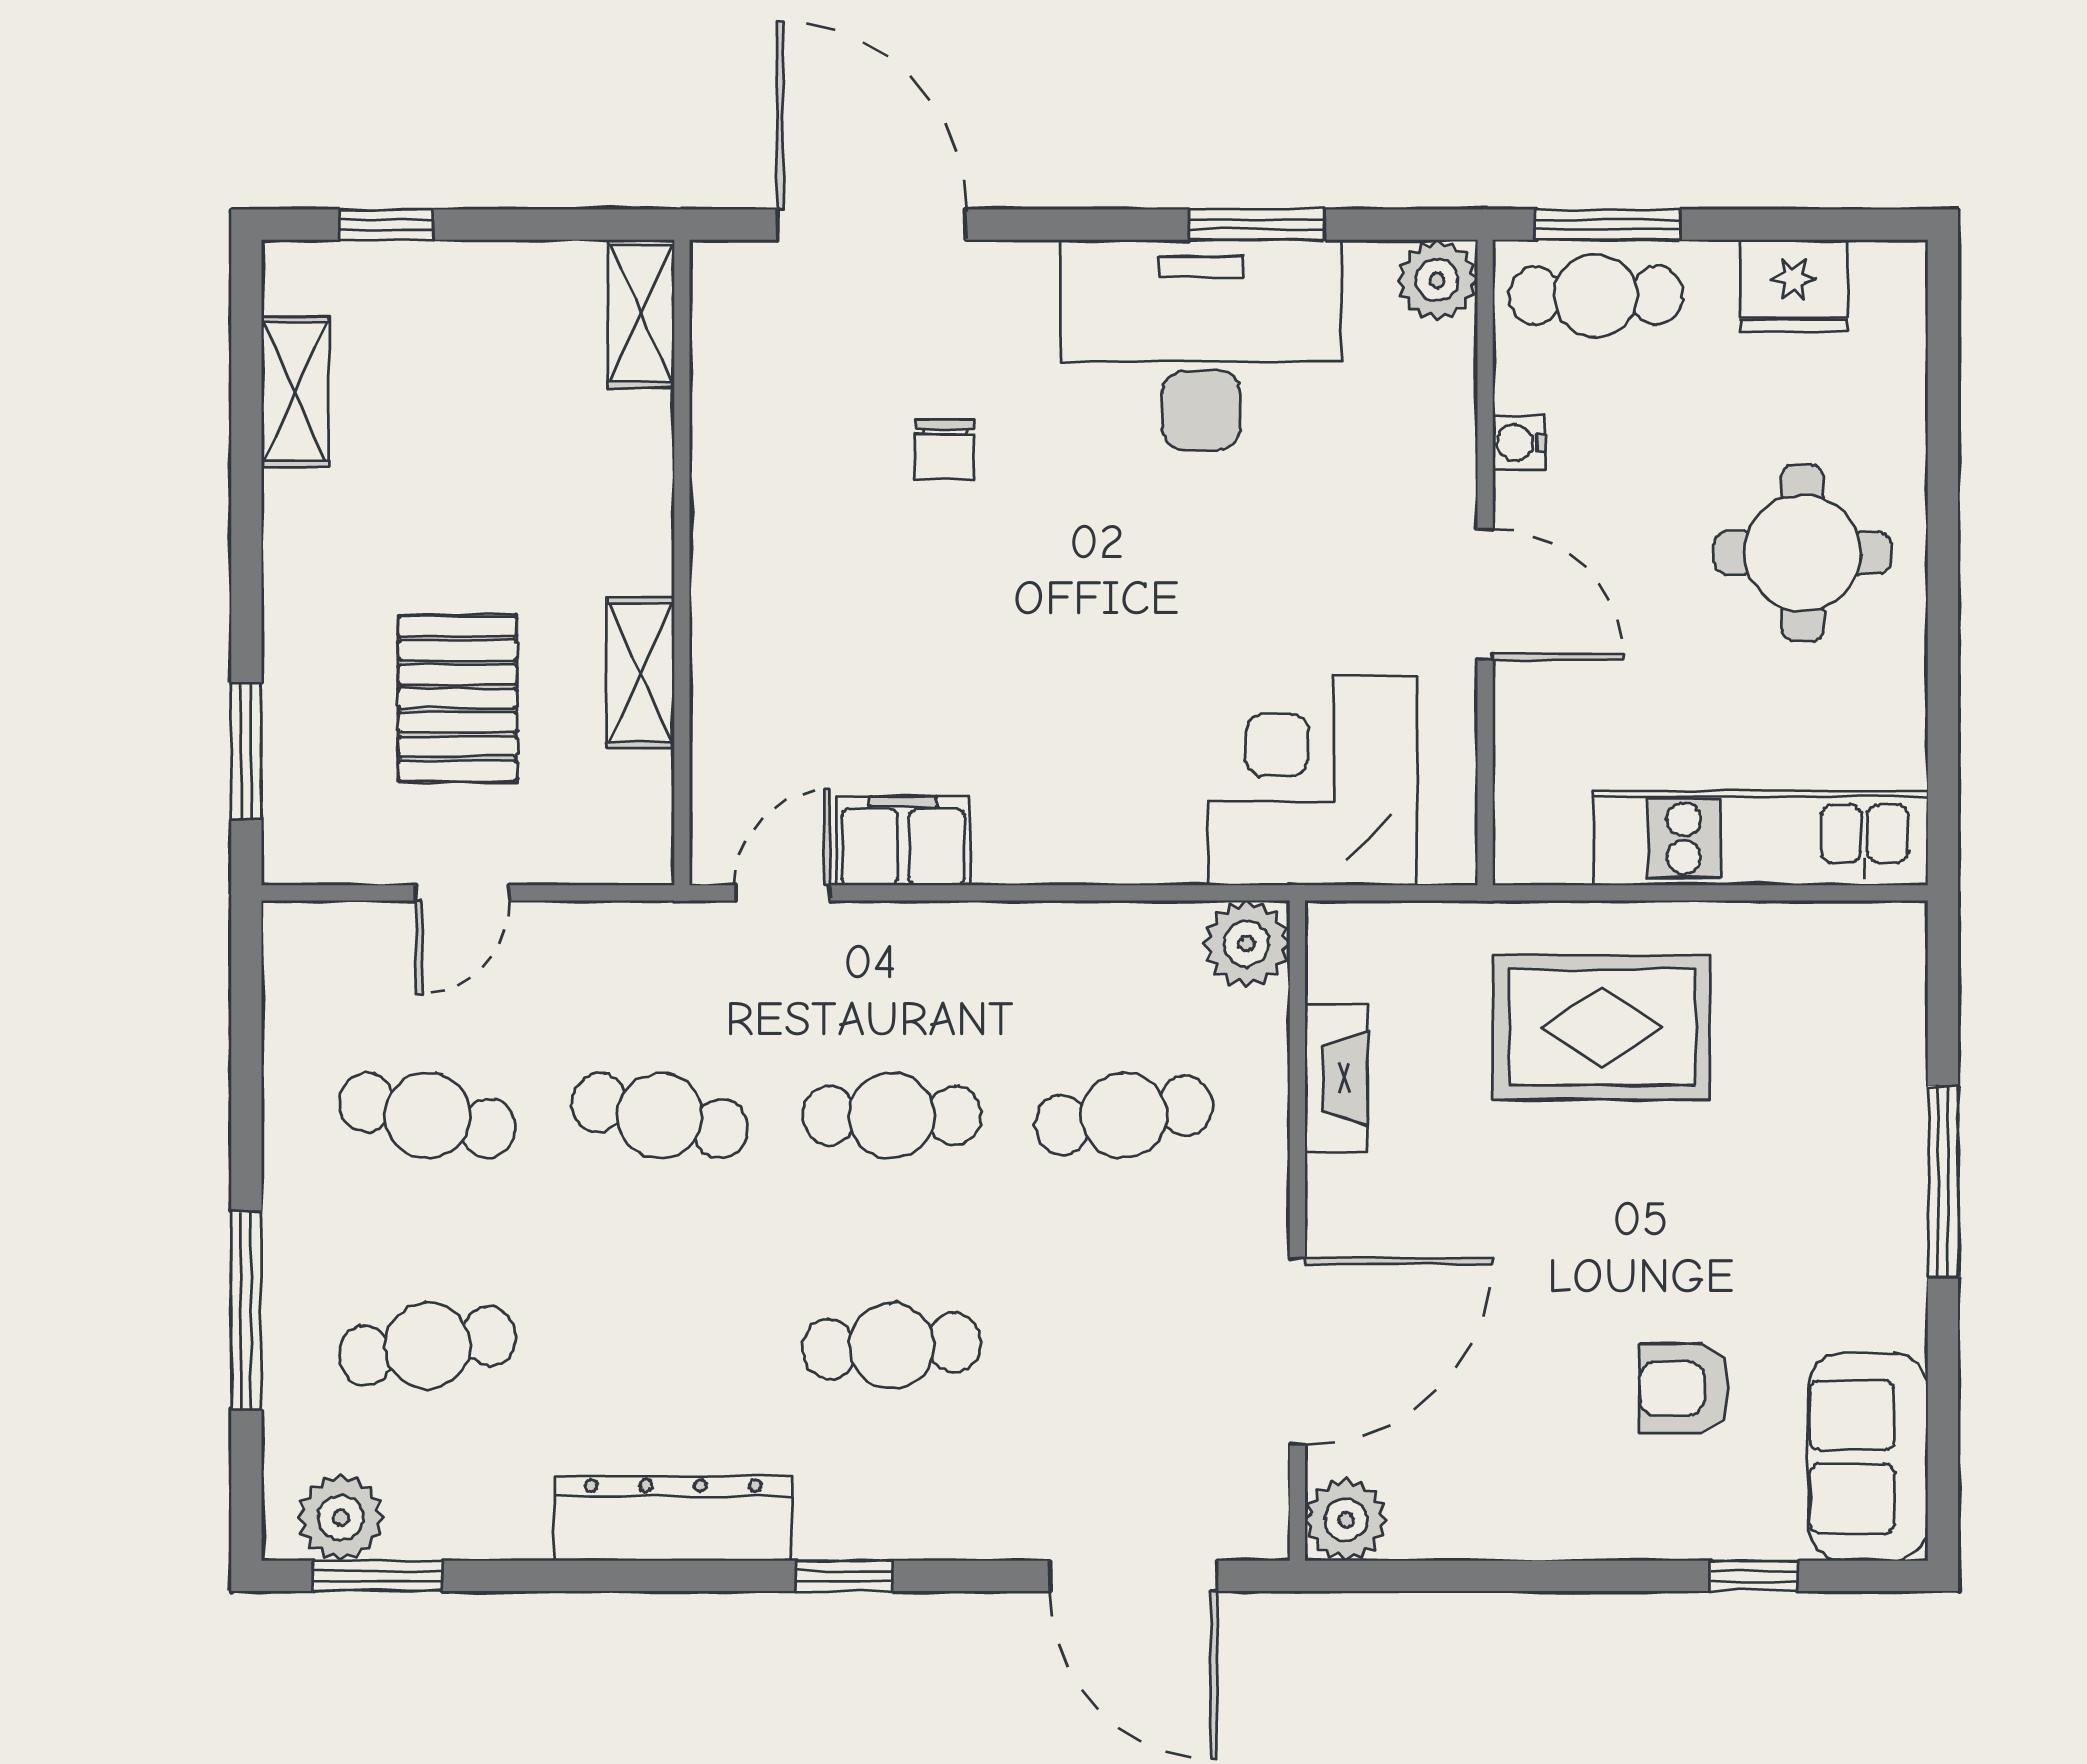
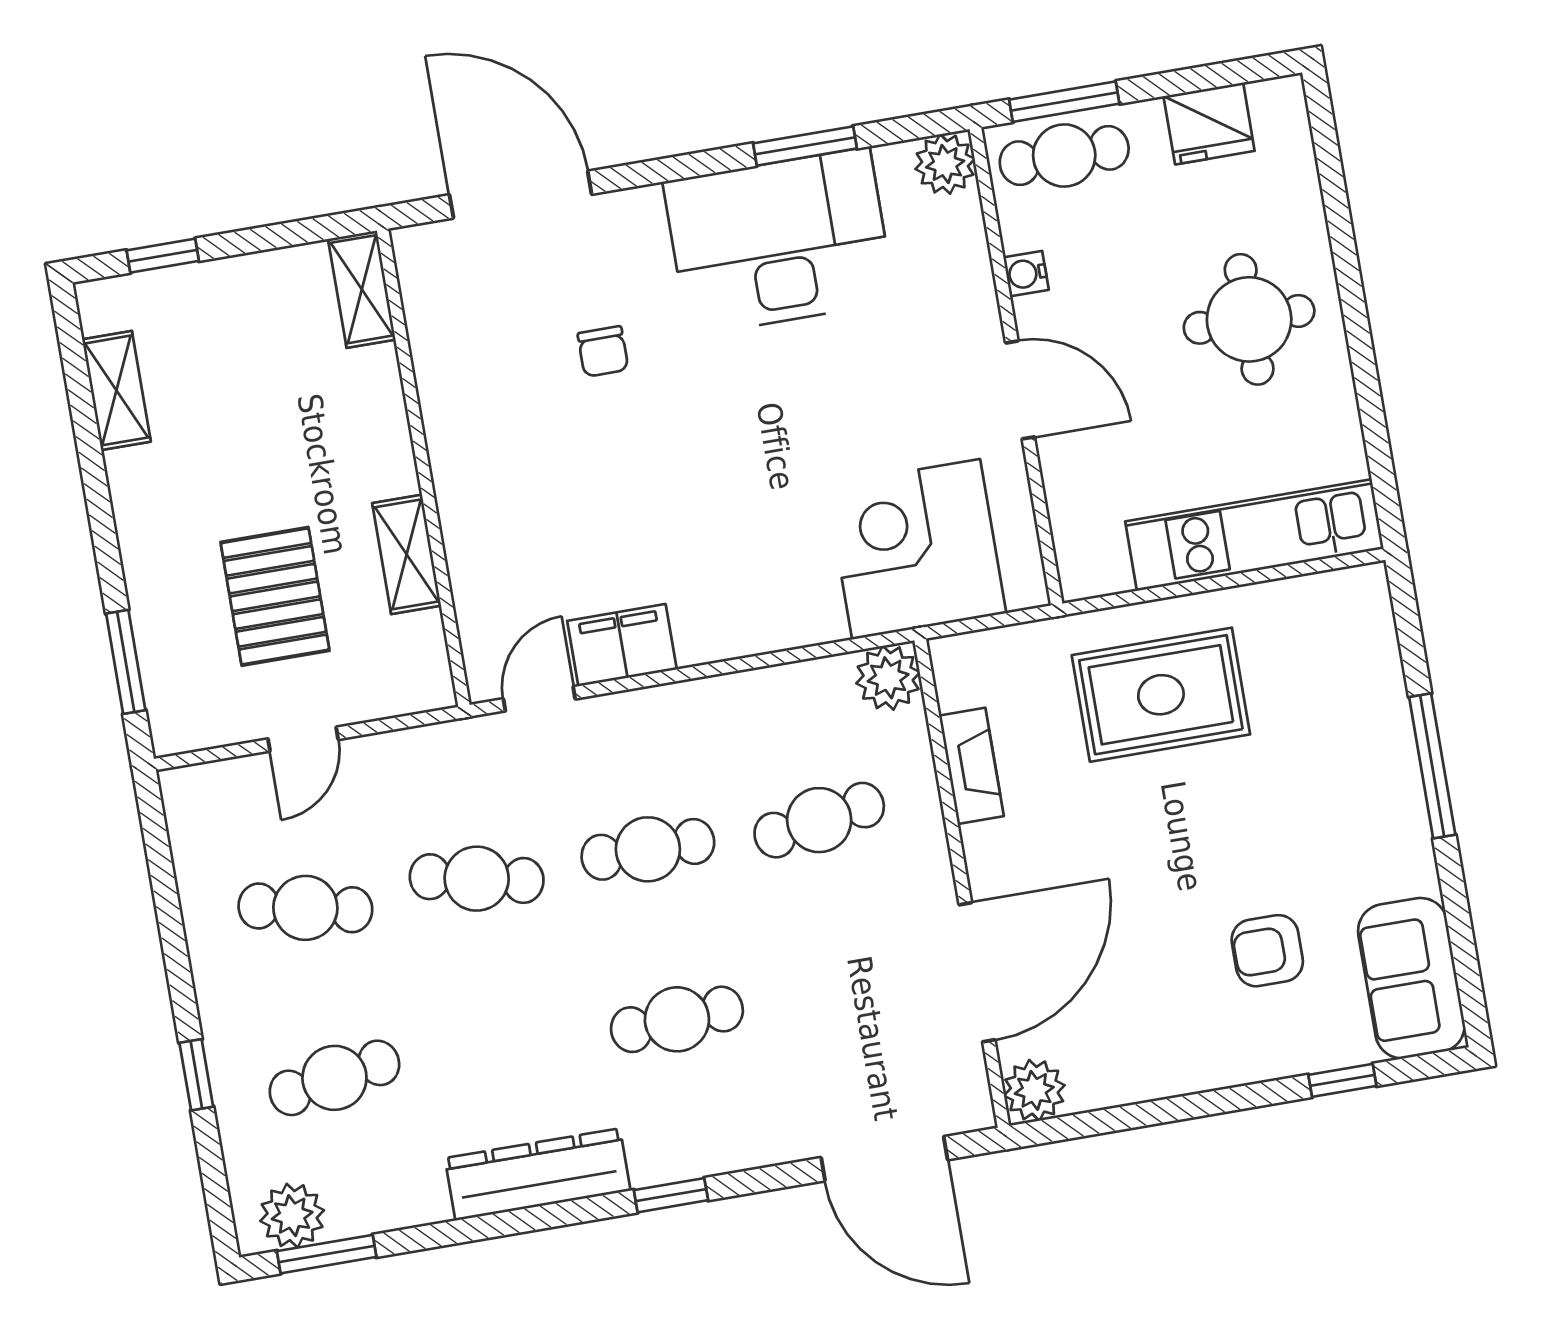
window: (246, 1311) -> (196, 1075), width x0.46

